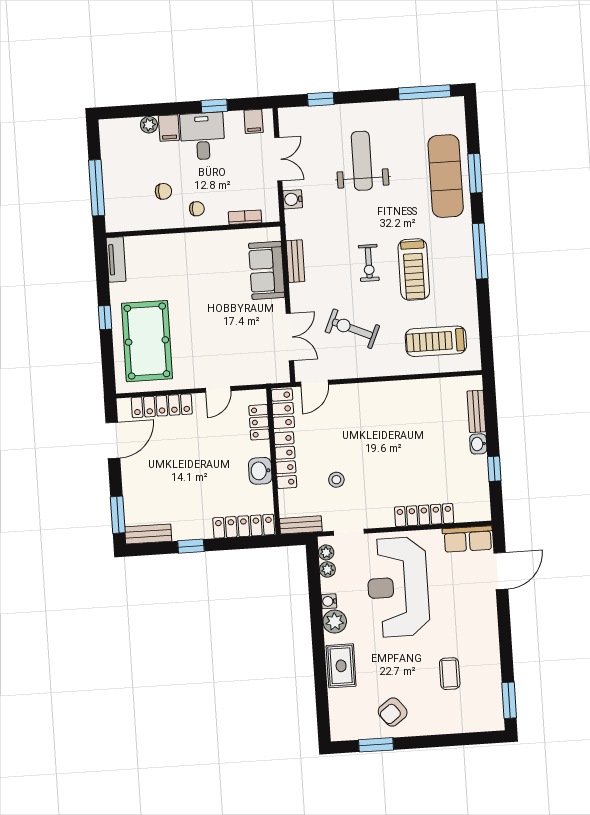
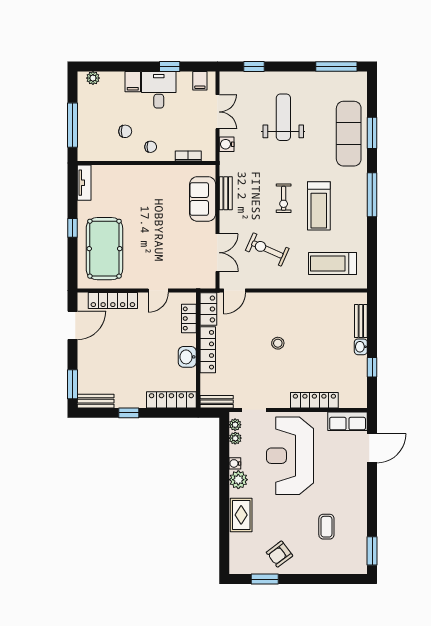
plant: (149, 125) -> (93, 78), moved
stool: (336, 480) -> (278, 343), moved

